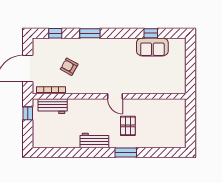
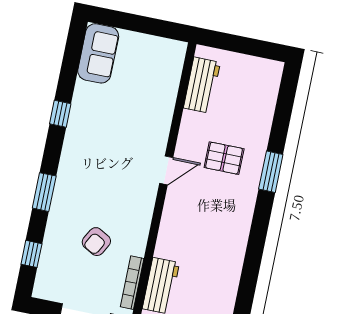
window: (151, 33) -> (60, 114), moved
sofa: (152, 47) -> (98, 53), moved
workbench: (94, 140) -> (202, 85), moved, turned 180

